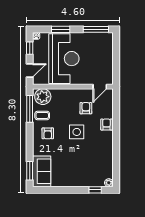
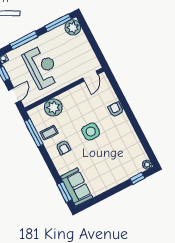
window: (61, 29) -> (24, 40), width x1.44
plant: (106, 39) -> (73, 27), added
reception desk: (64, 59) -> (42, 67), width x0.74, depth x0.77
plant: (43, 97) -> (53, 107), moved
armchair: (86, 108) -> (88, 104), removed

